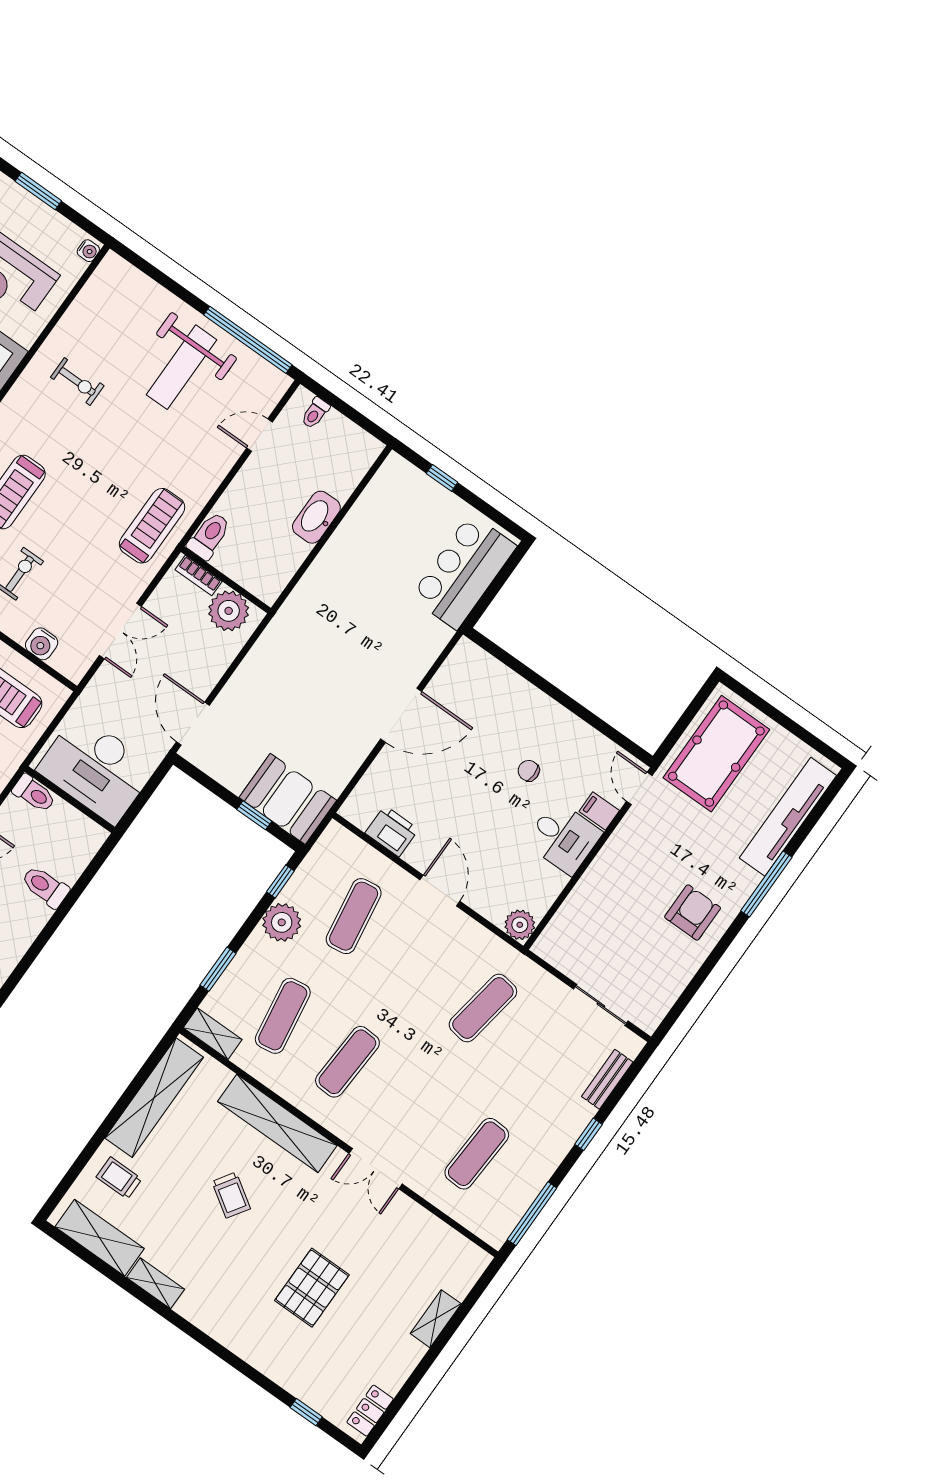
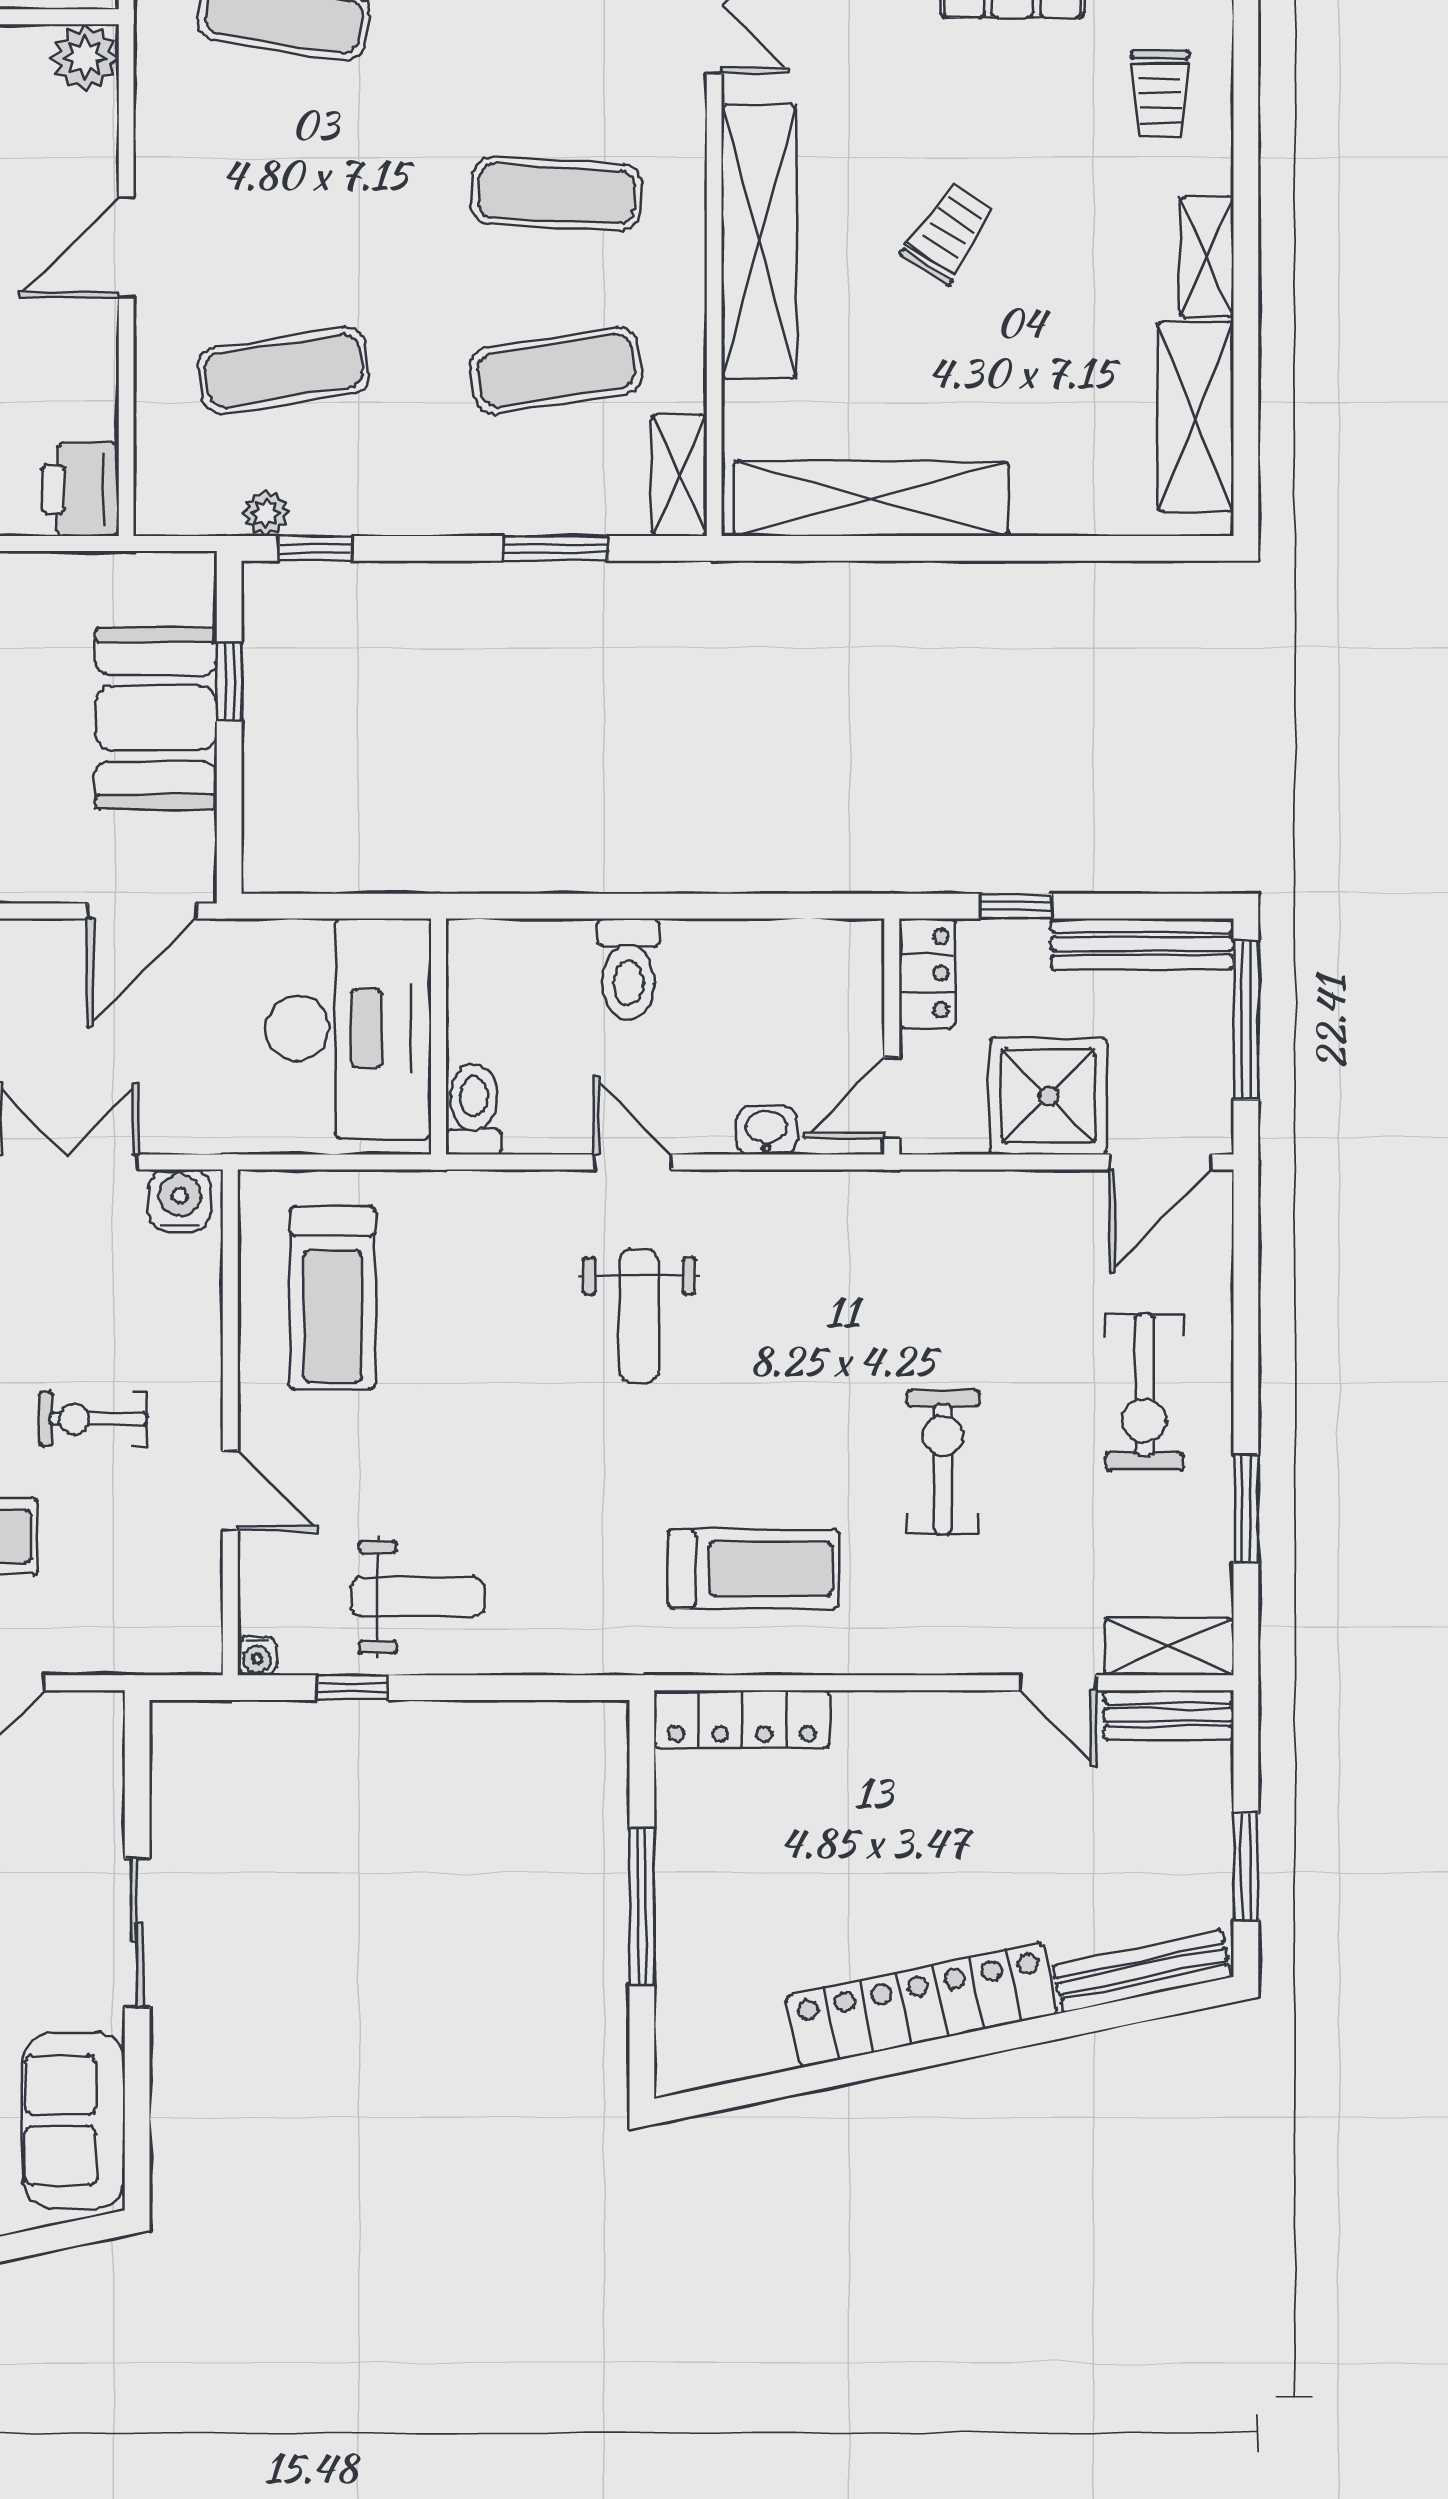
water cooler: (42, 644) -> (180, 1200), moved, turned -90
booth: (288, 799) -> (156, 718), moved
printer: (392, 831) -> (80, 489), moved
plant: (282, 922) -> (266, 513), moved, width x0.53, depth x0.53
trolley: (119, 1178) -> (1160, 94), moved

